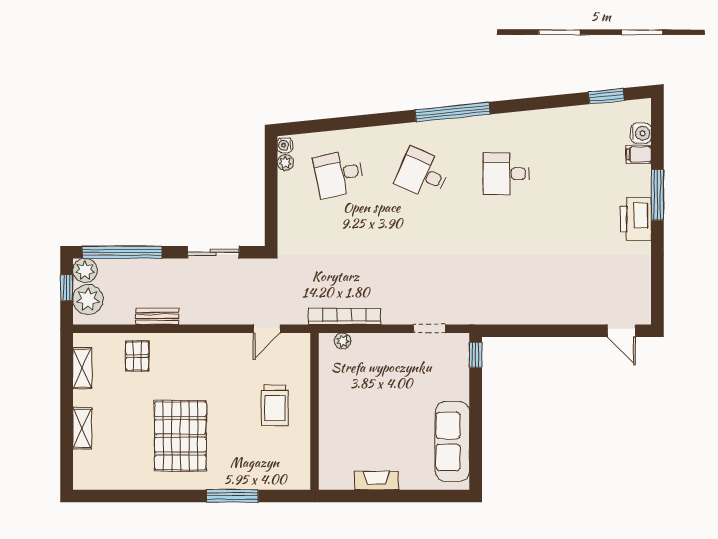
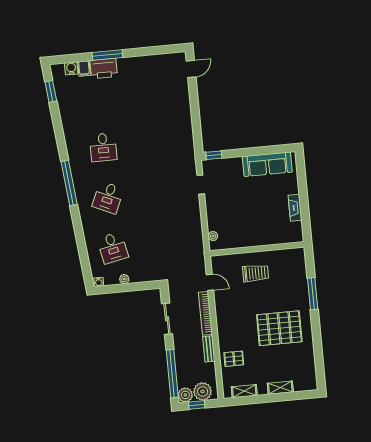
plant: (285, 163) -> (124, 279), moved
printer: (636, 219) -> (104, 68), moved
bookcase: (344, 316) -> (205, 313), moved

